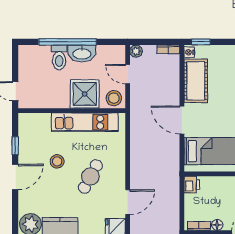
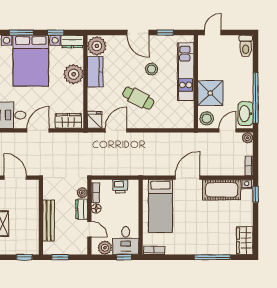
window: (68, 42) -> (256, 98), moved
washbasin: (82, 53) -> (246, 114), moved
toilet: (59, 57) -> (246, 46), moved, turned -90
kitchen unit: (85, 122) -> (186, 72), moved
printer: (192, 185) -> (120, 186), moved
door: (128, 202) -> (116, 130), swing flipped

